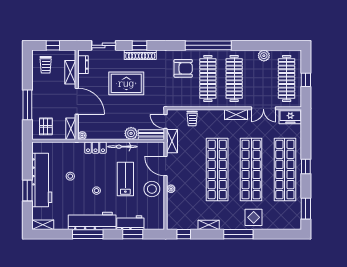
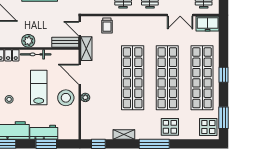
shelving: (236, 115) -> (152, 22), removed
plant: (131, 133) -> (28, 41), moved
display table: (291, 218) -> (208, 127), added

